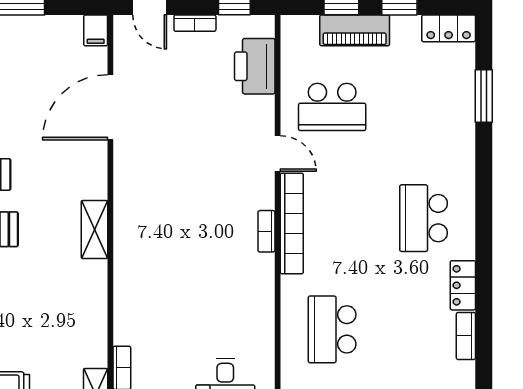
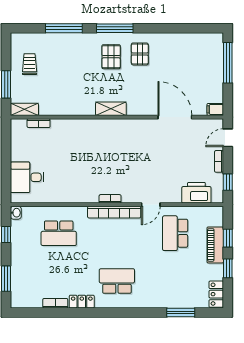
school desk: (332, 329) -> (59, 233), turned 180

